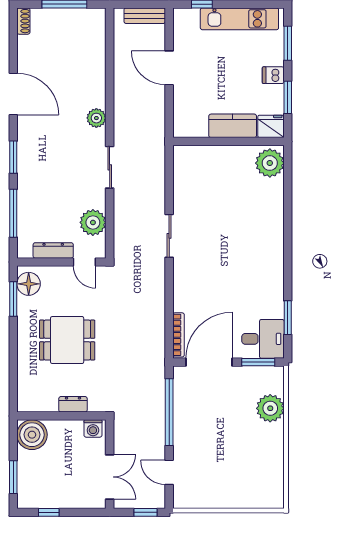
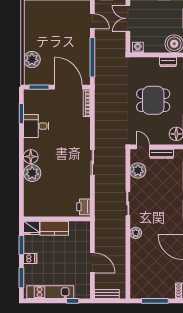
printer: (184, 162) -> (84, 207), added
plant: (270, 163) -> (32, 173), moved
floor lamp: (272, 246) -> (31, 157), added
desk: (263, 339) -> (36, 126), moved
door: (209, 362) -> (68, 87), swing flipped
dresser: (73, 404) -> (168, 62), moved

